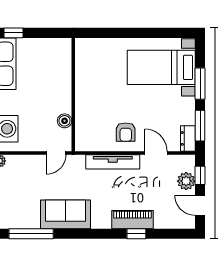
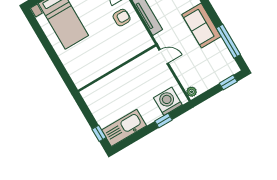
boiler: (65, 121) -> (138, 64), removed

